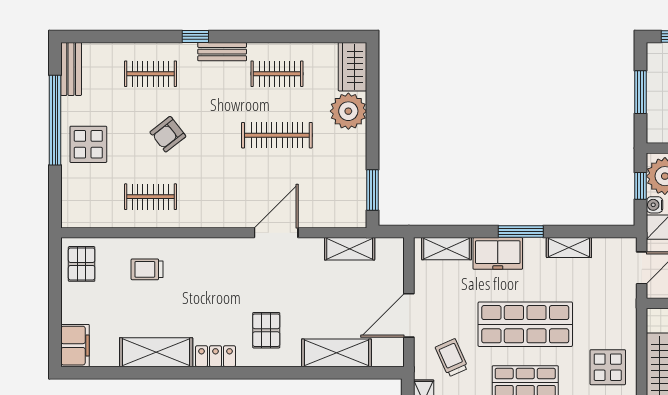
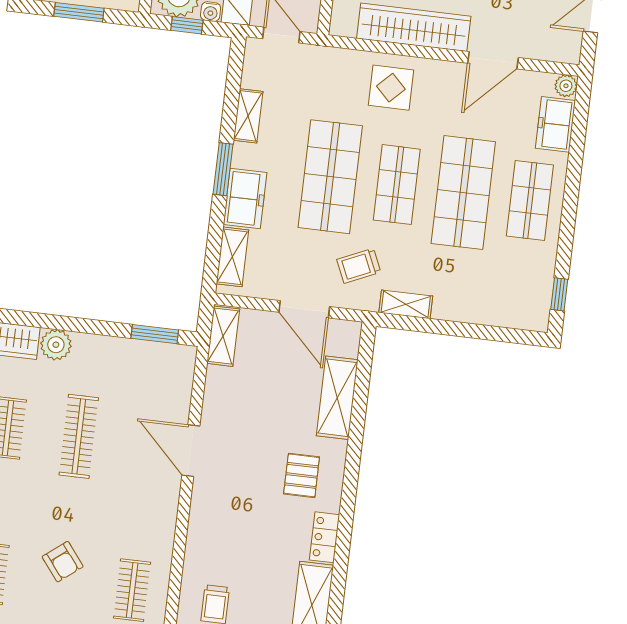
plant: (348, 111) -> (56, 345), width x0.73, depth x0.73
shelving: (350, 249) -> (223, 336), moved
pallet: (266, 330) -> (302, 475), turned 90

